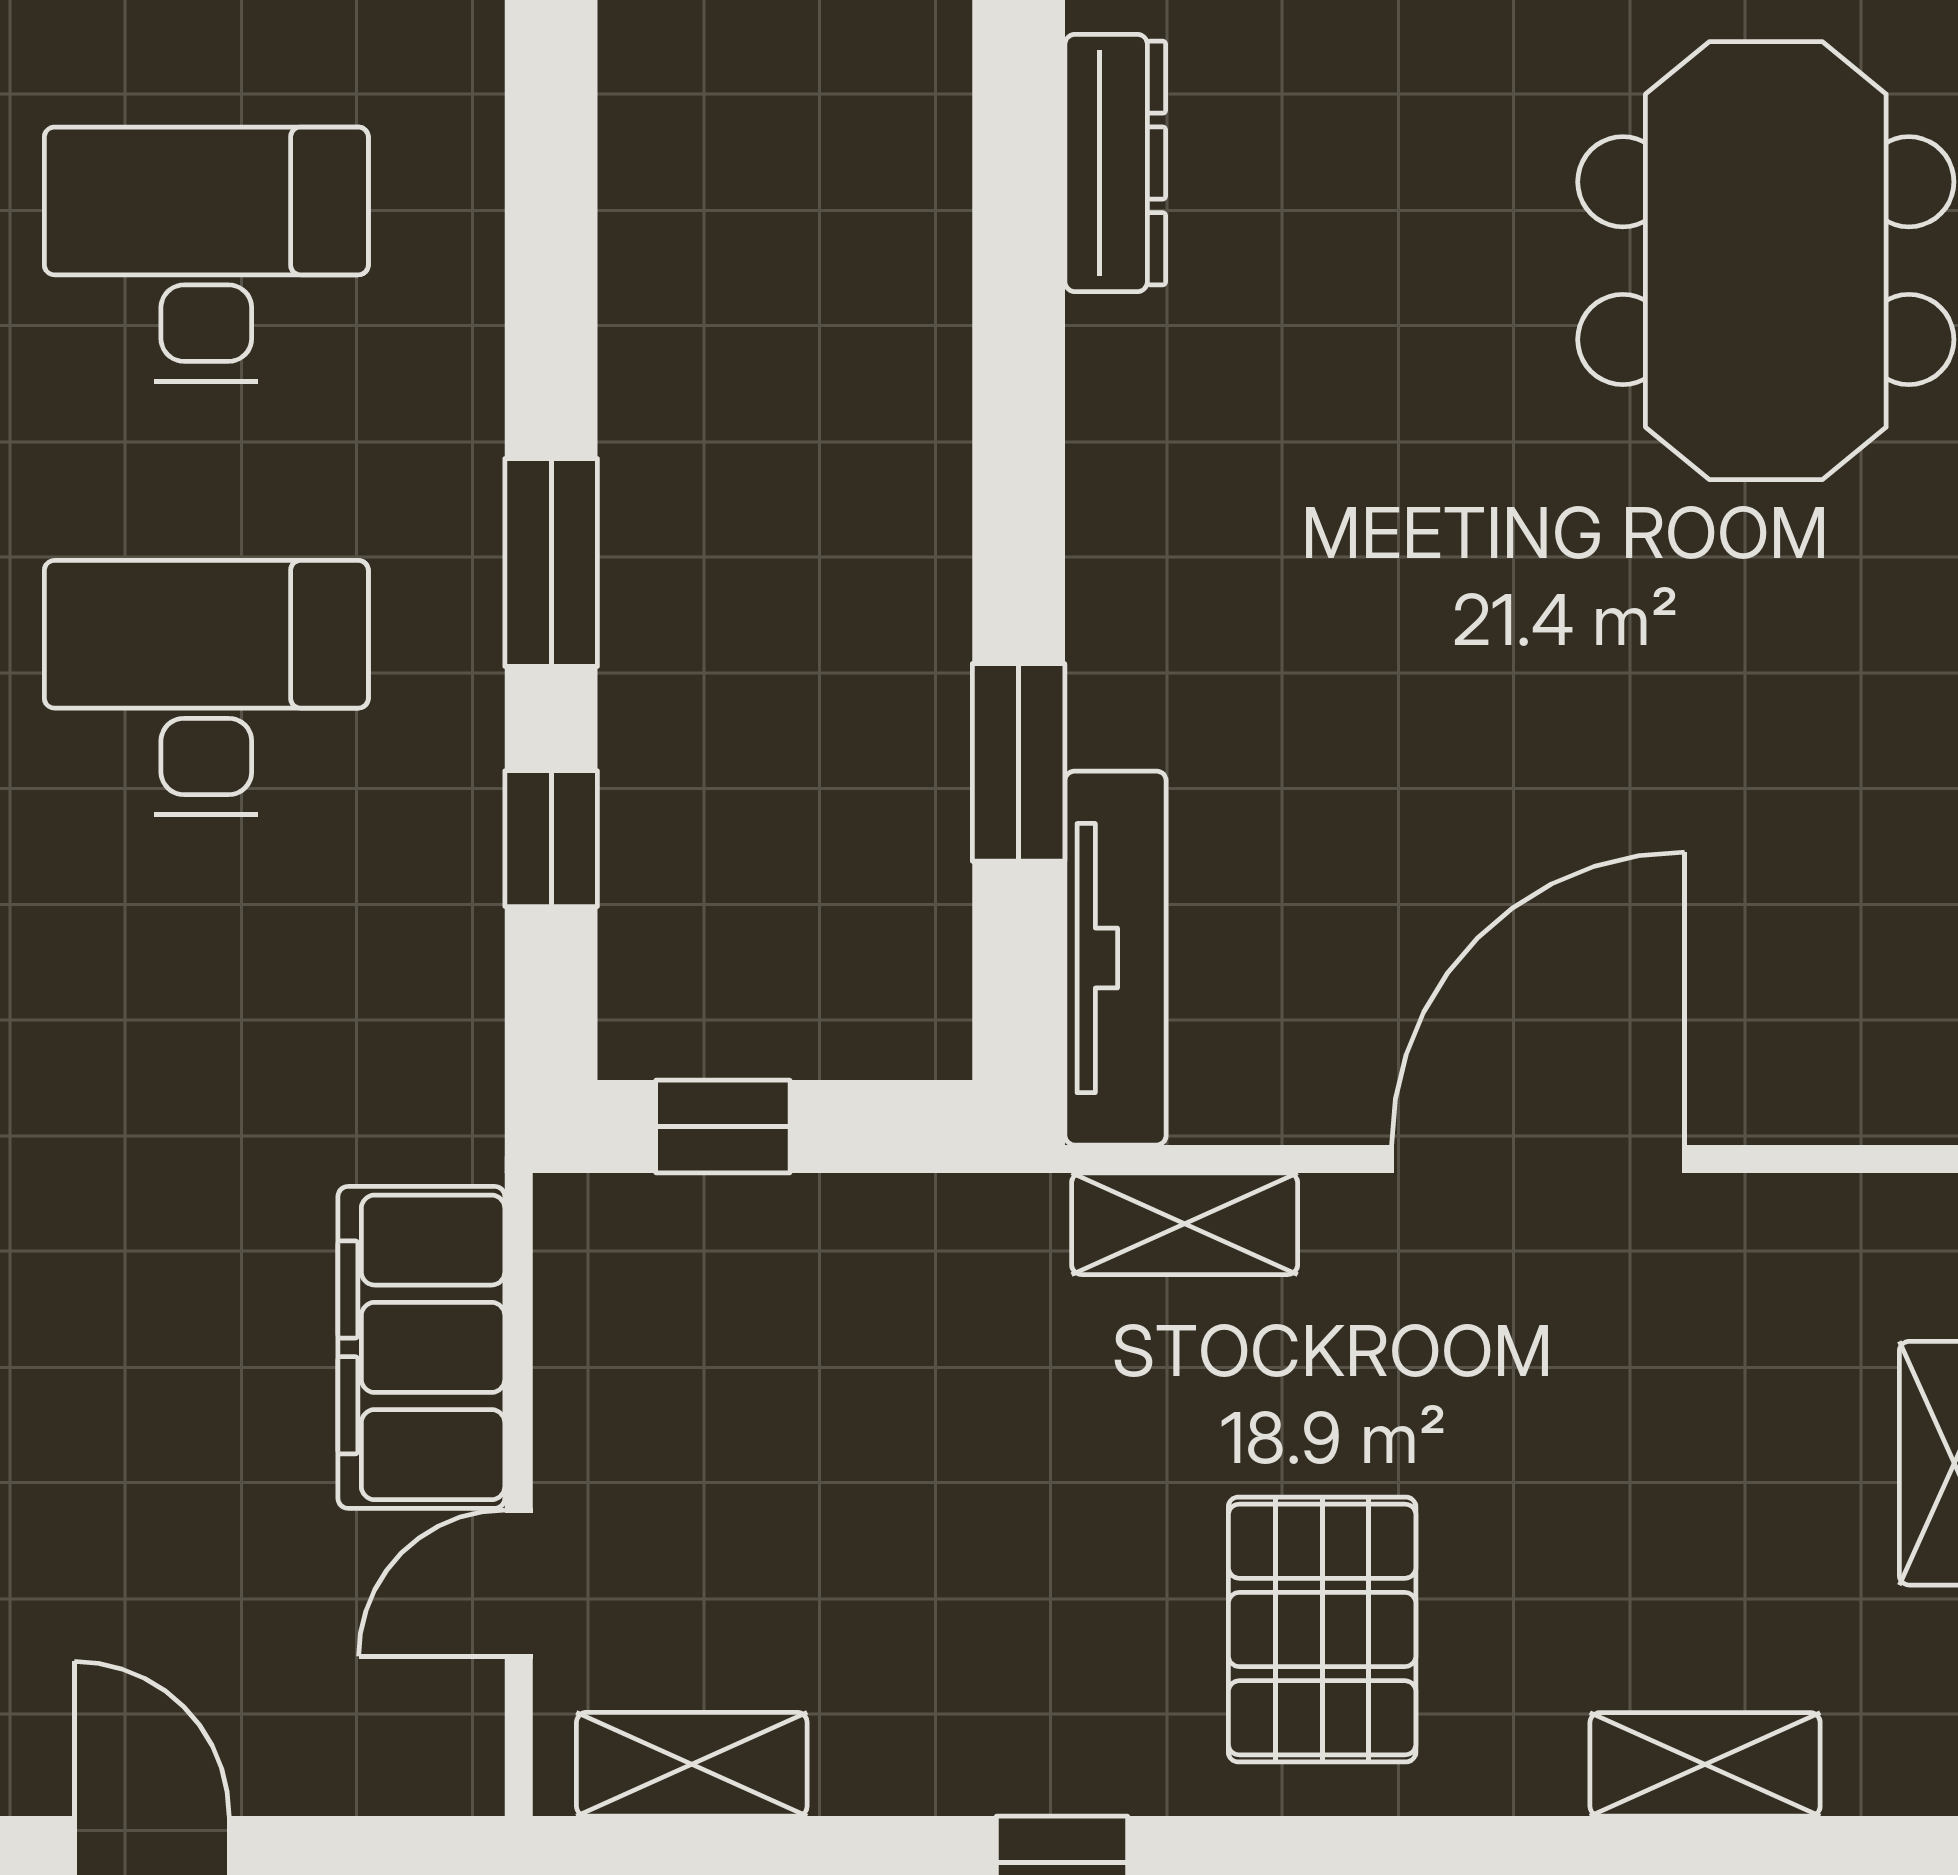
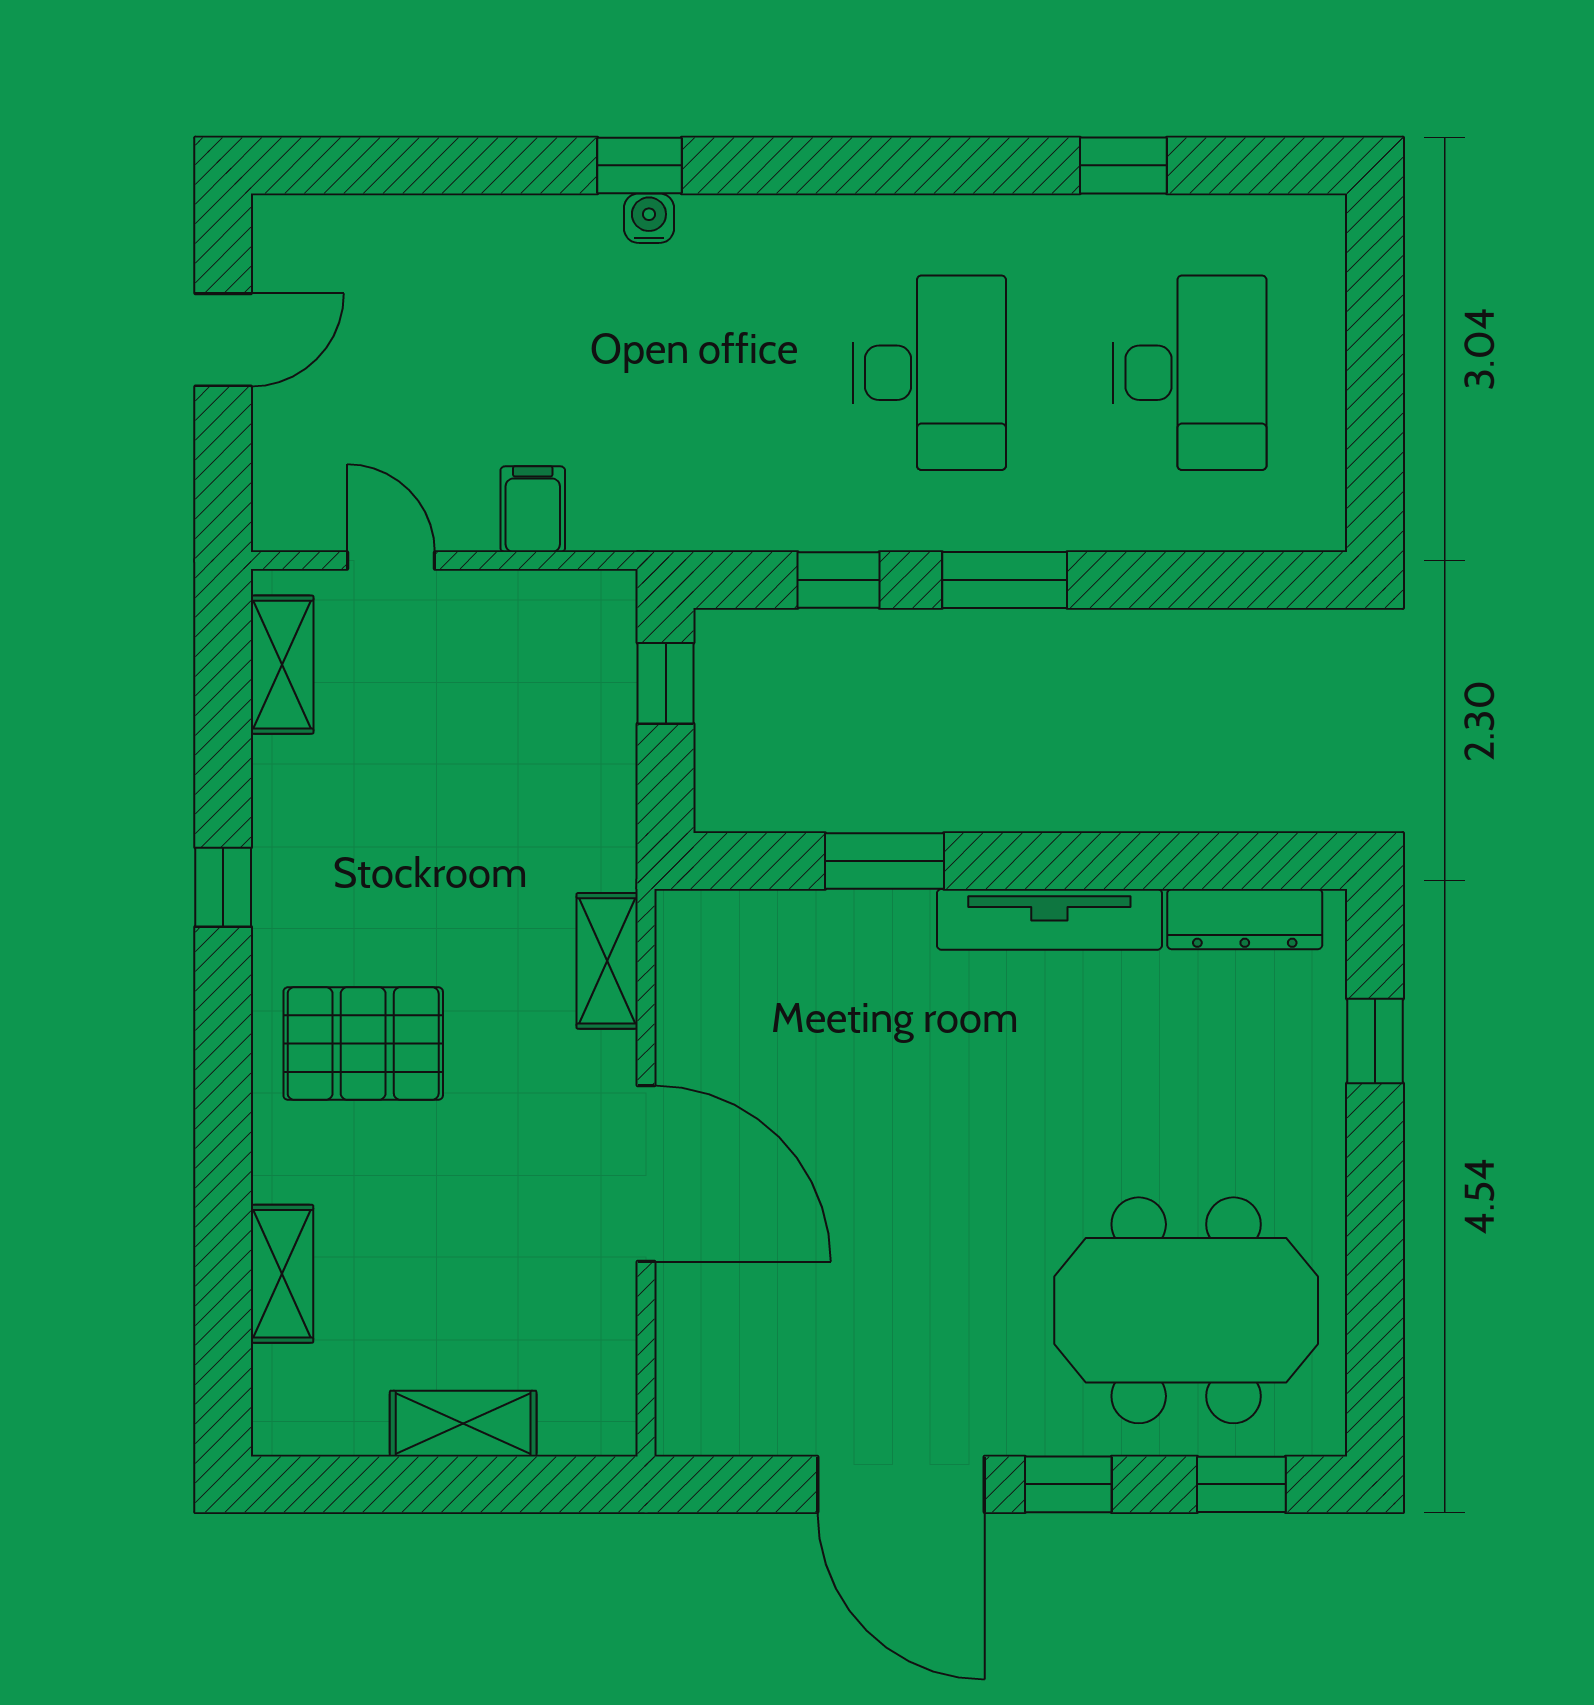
tv unit: (1116, 958) -> (1049, 919), moved
filing cabinet: (421, 1347) -> (533, 509), width x0.33, depth x0.86

